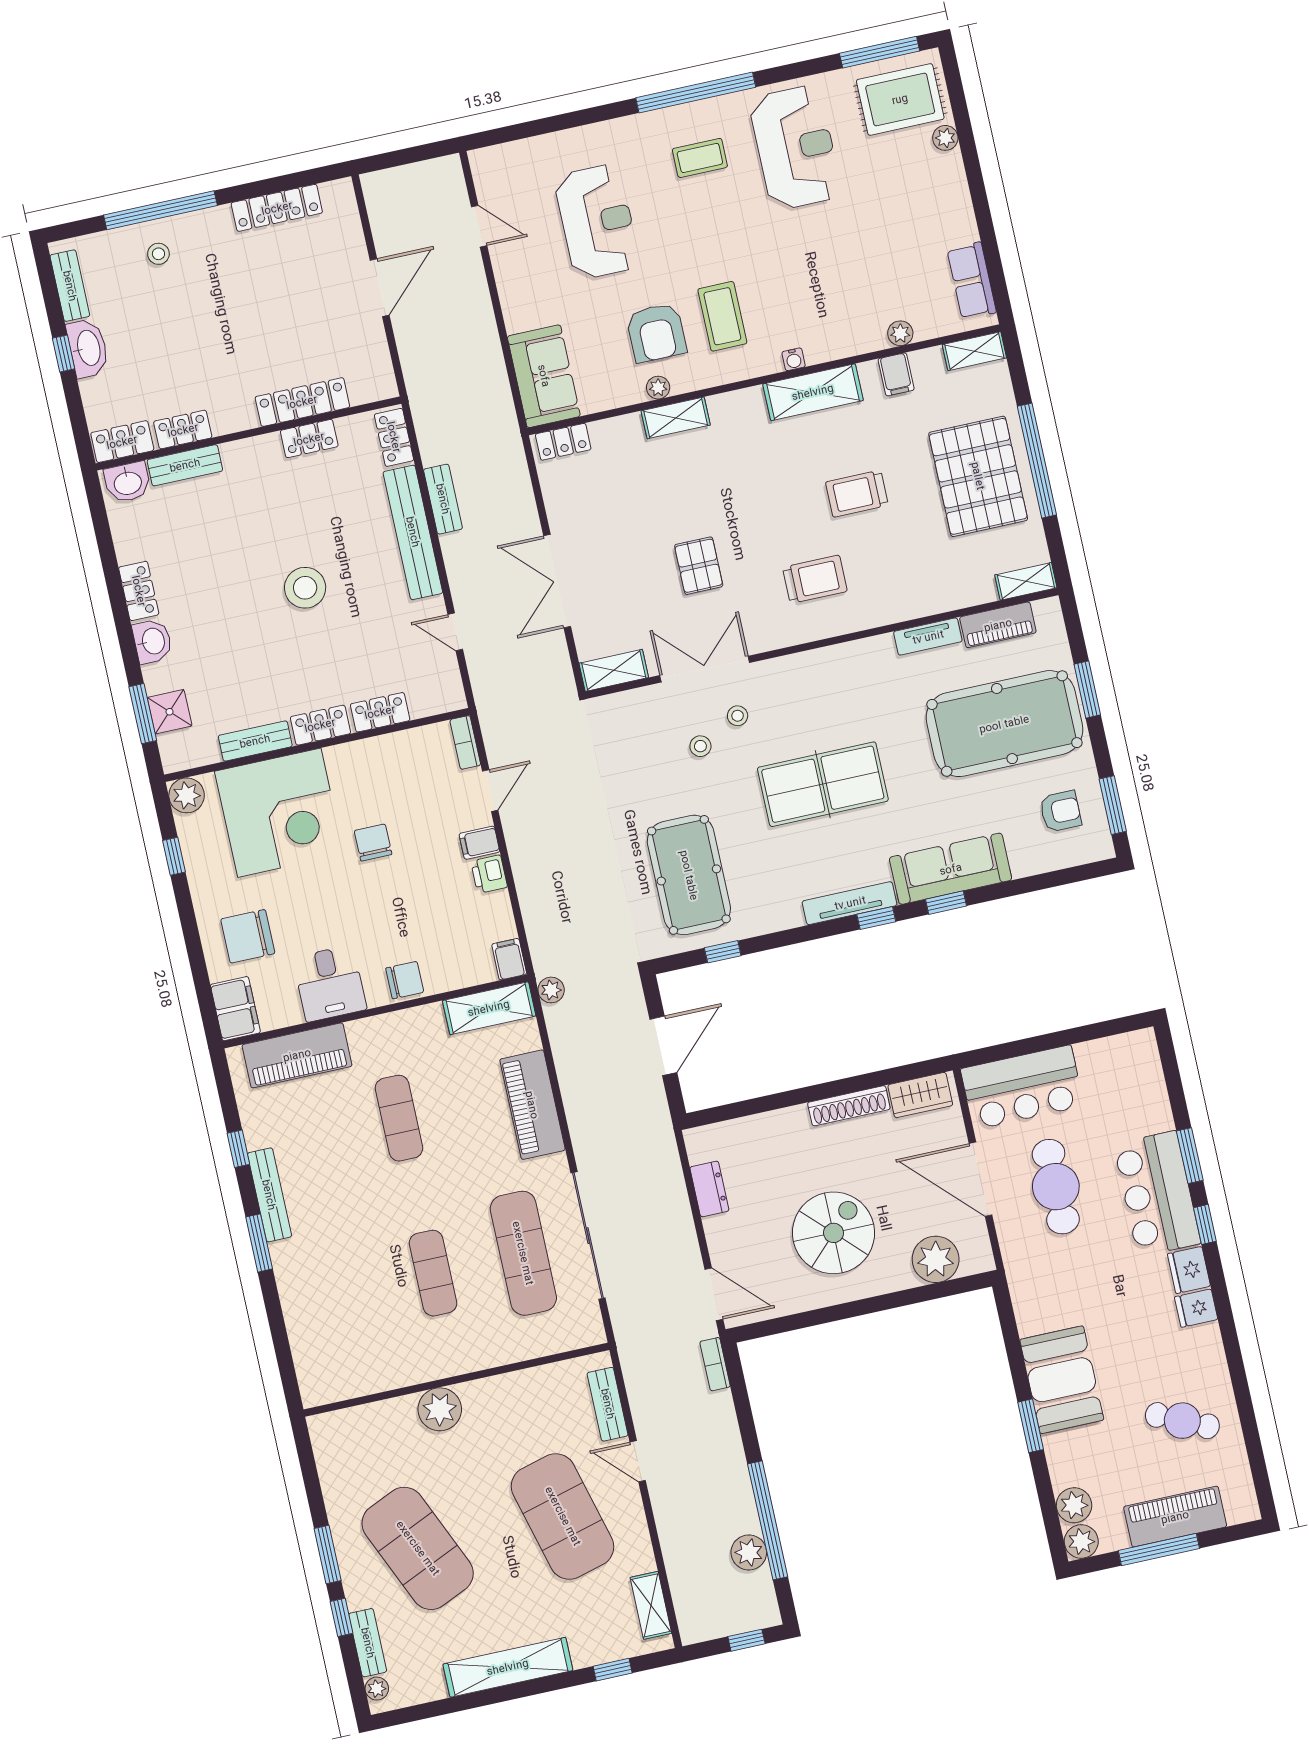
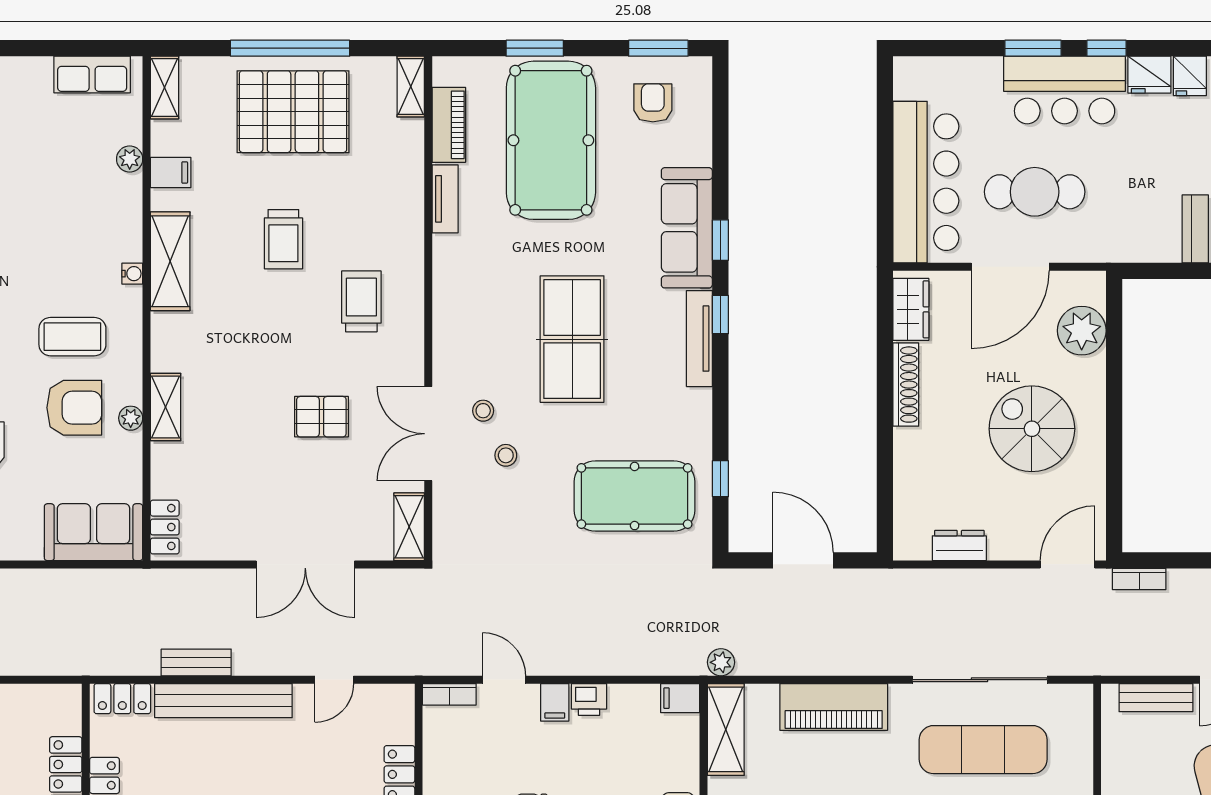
bar counter: (1022, 1087) -> (926, 182), width x1.36

